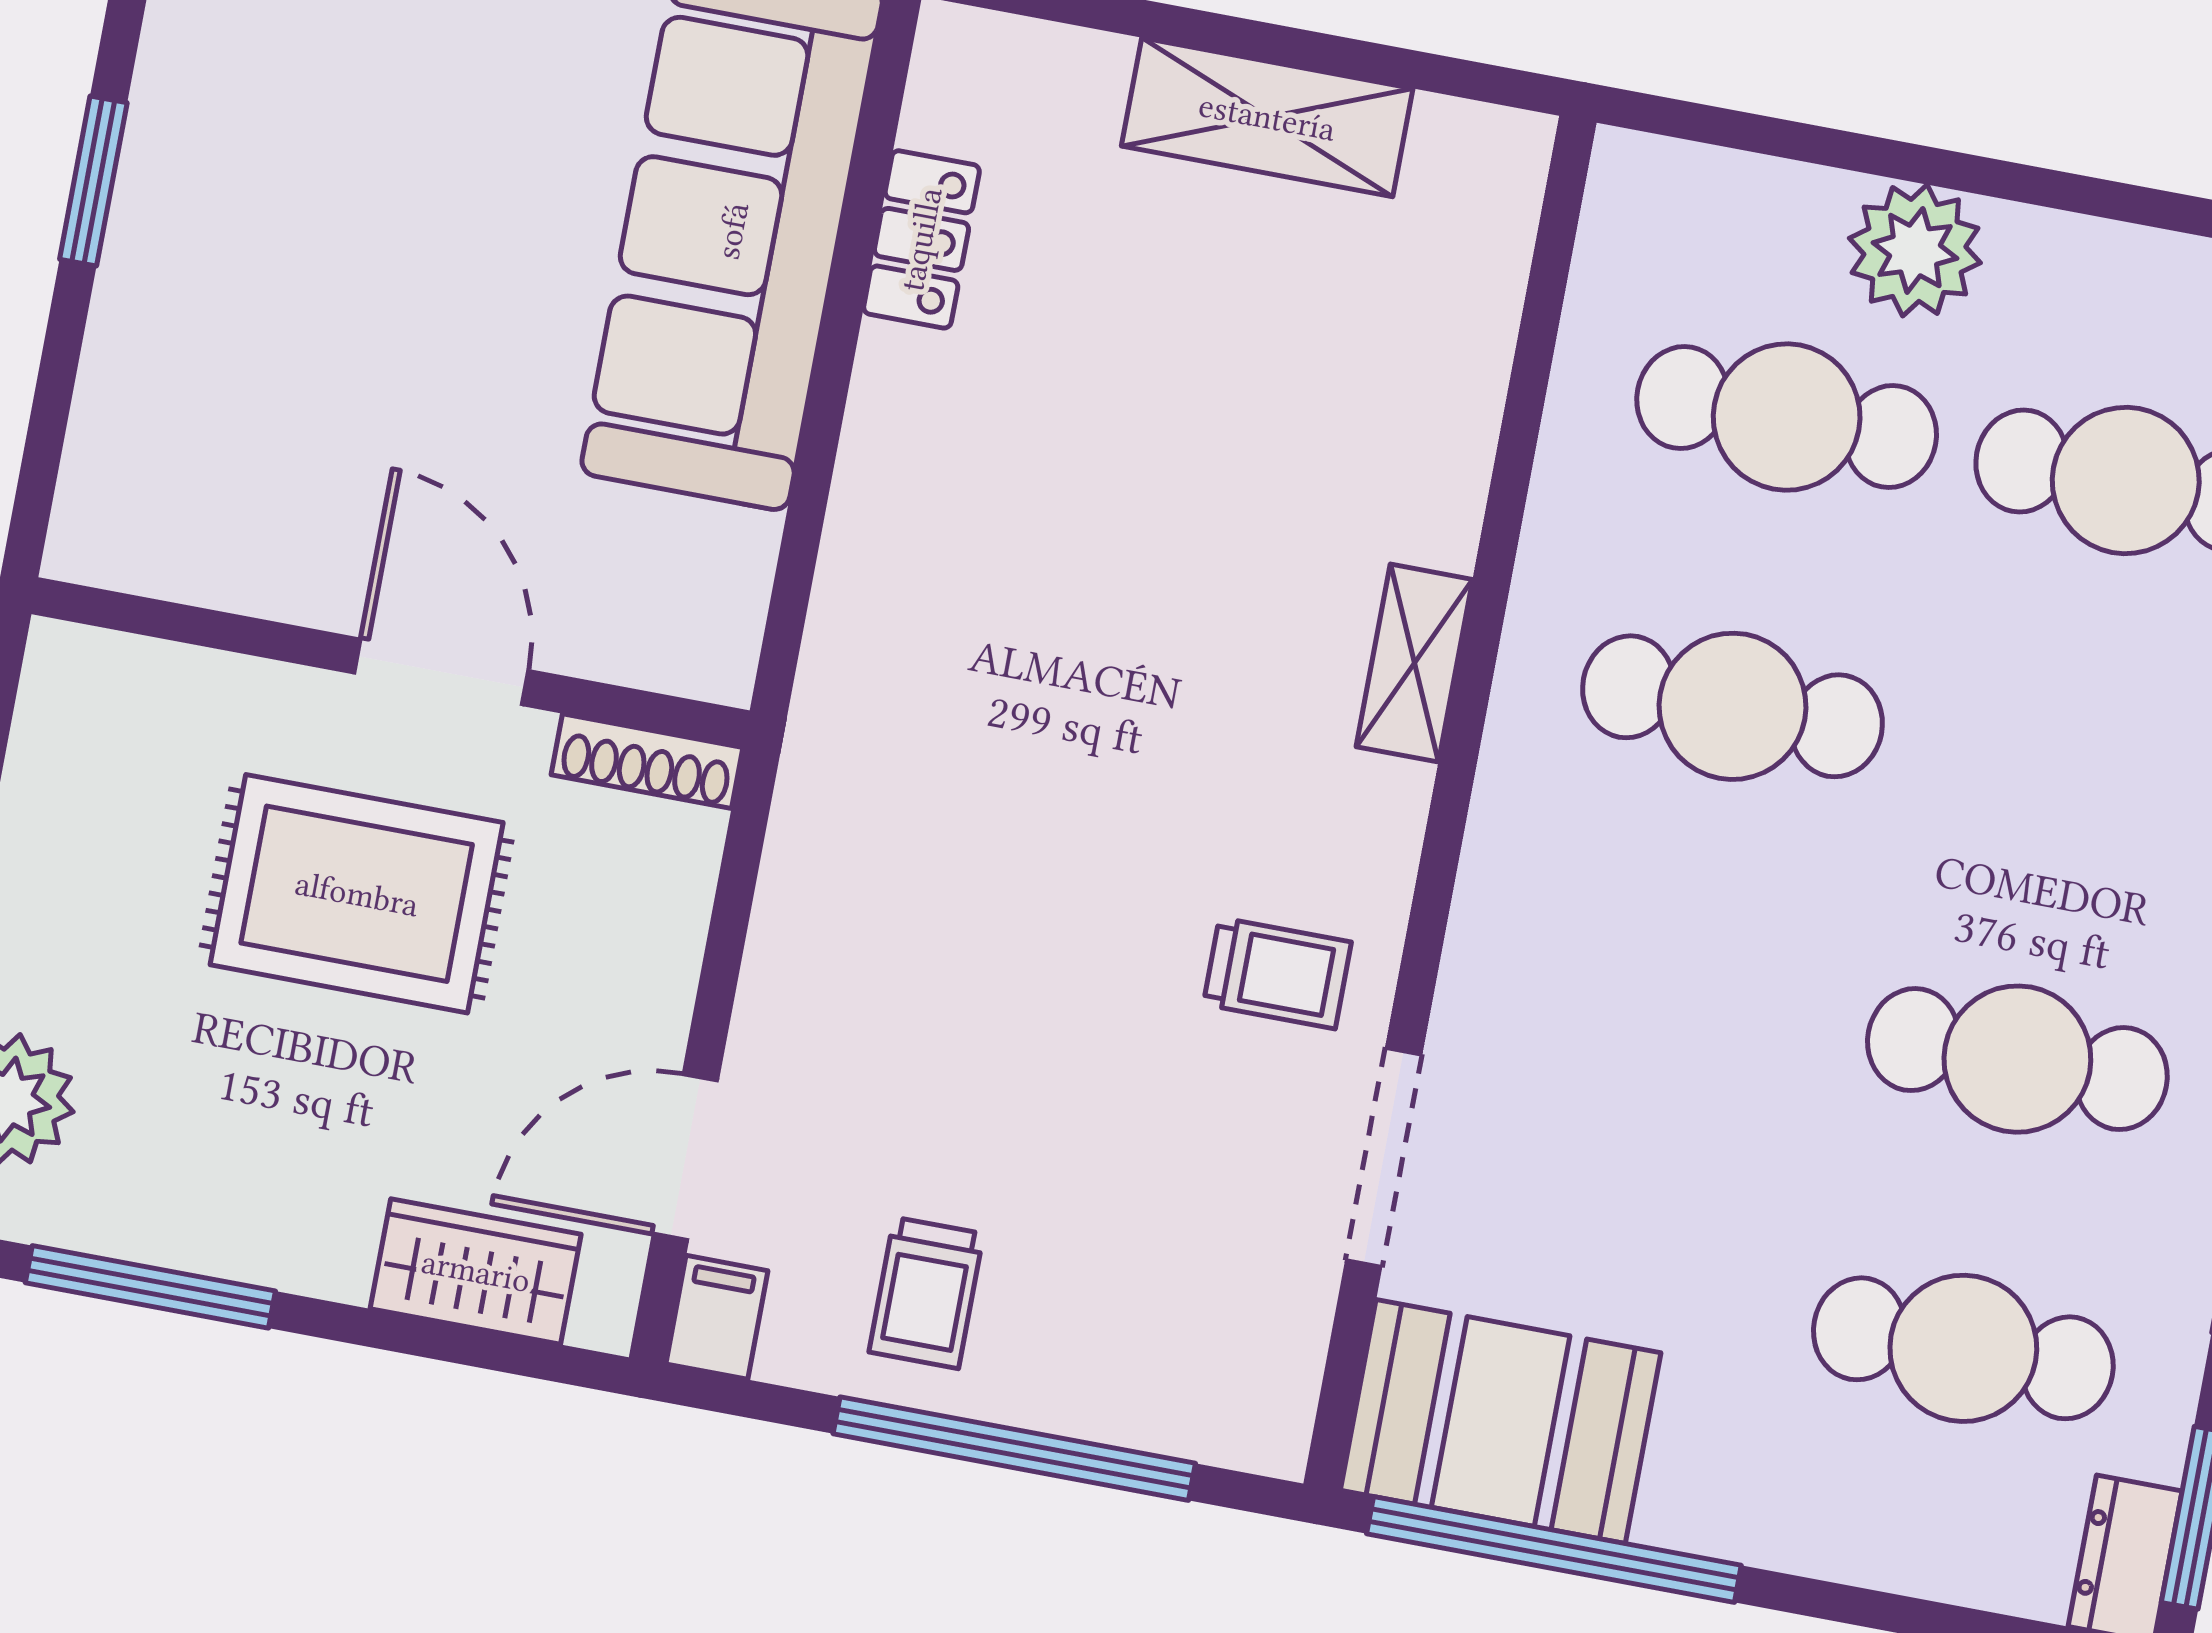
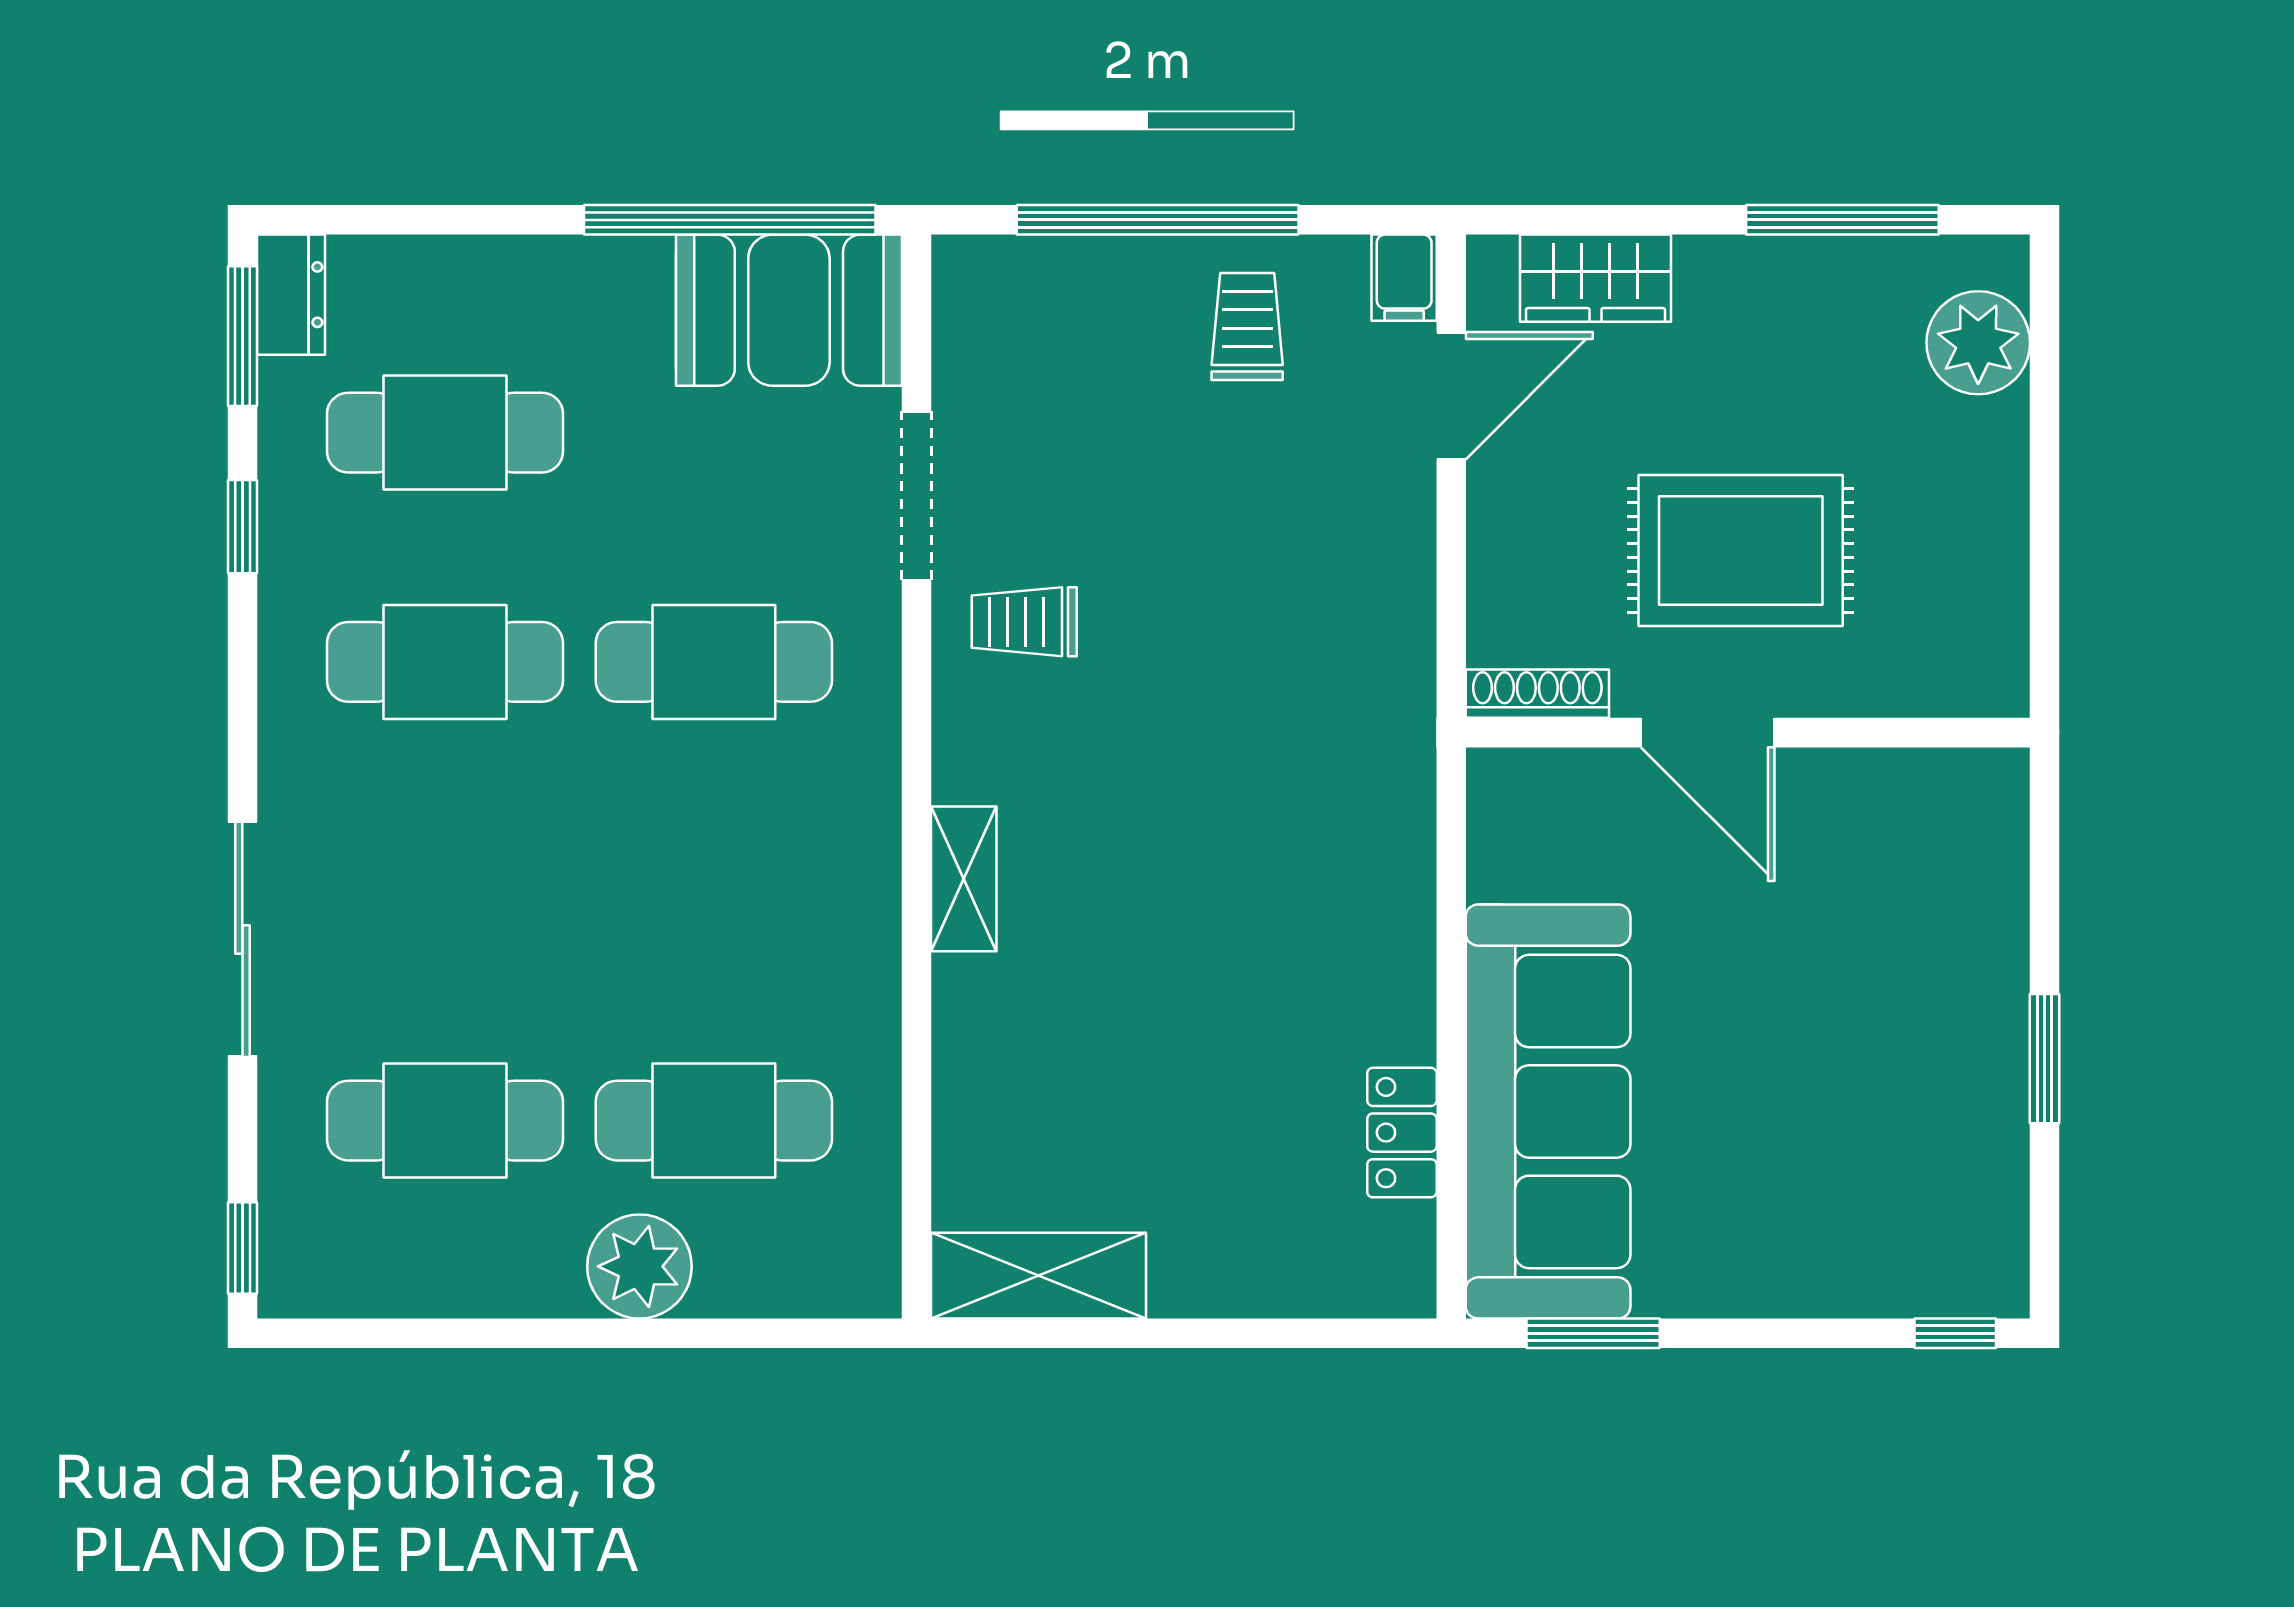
shelving: (1267, 117) -> (1039, 1276), moved
cafe table: (1732, 706) -> (714, 662), moved

